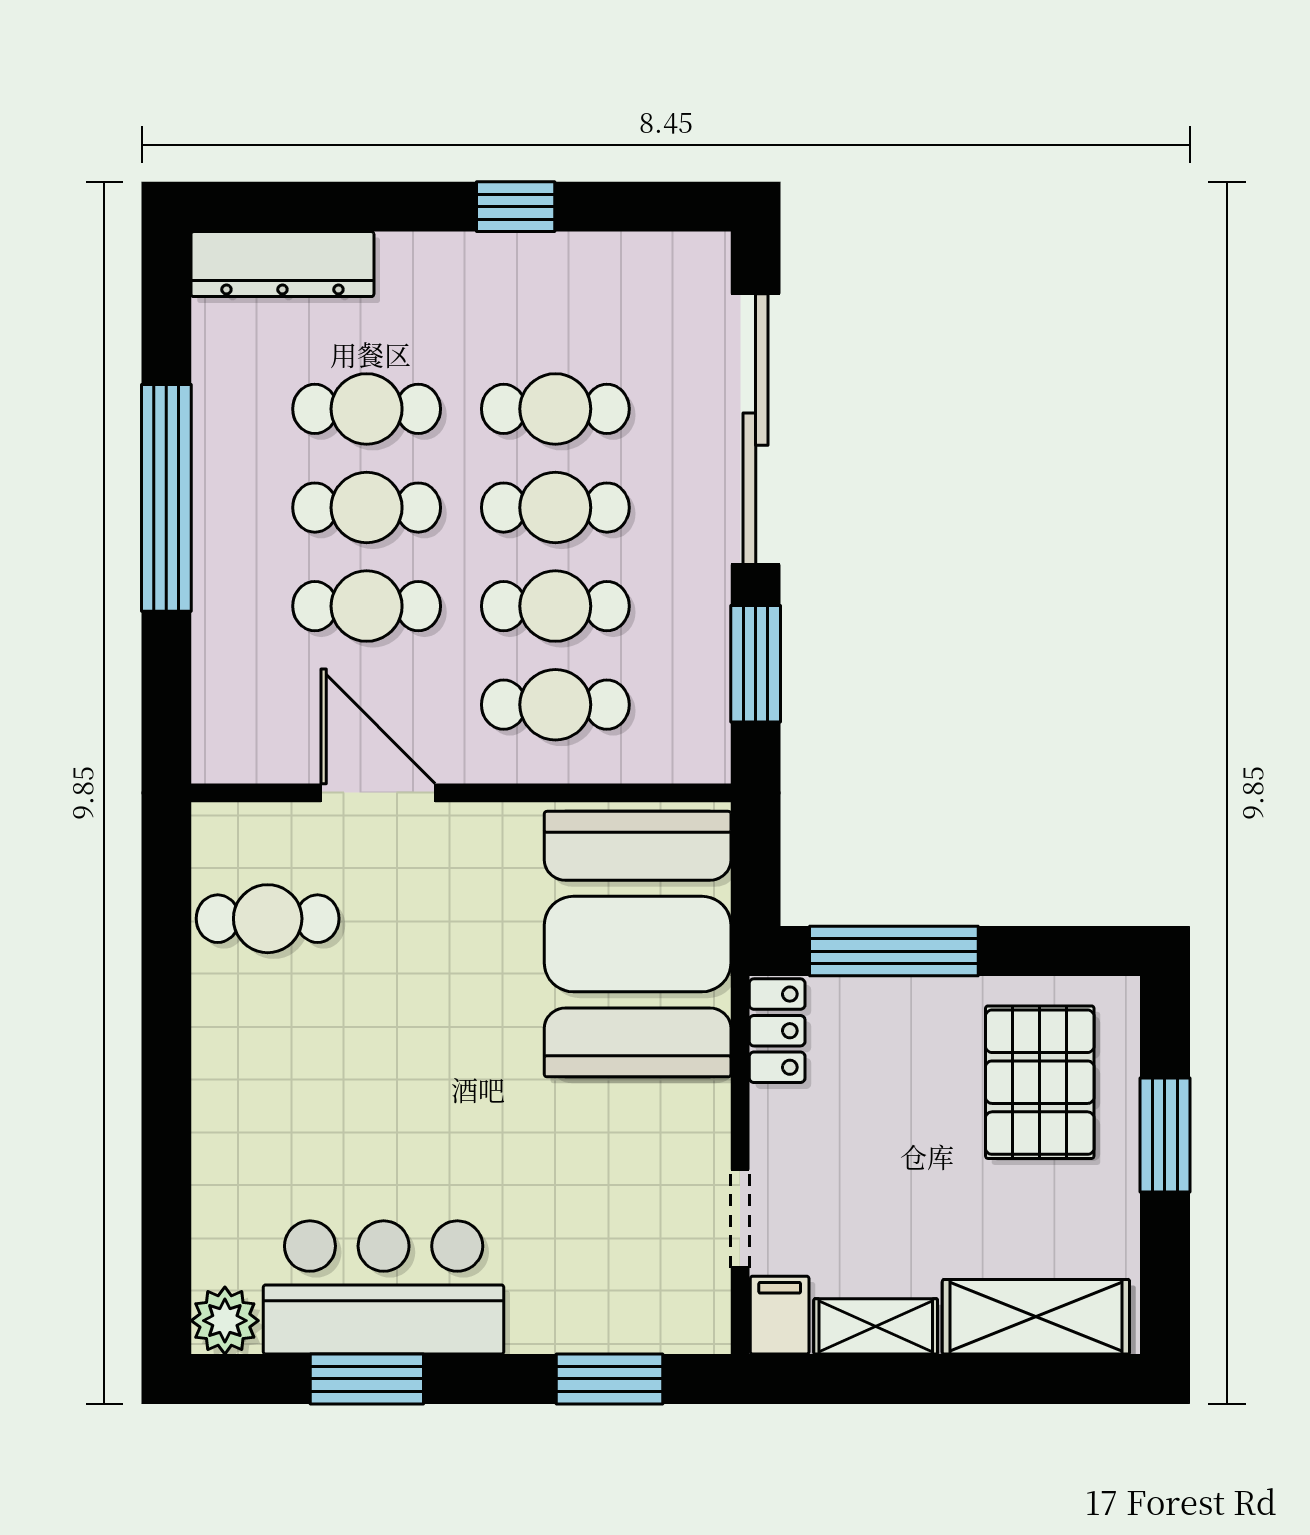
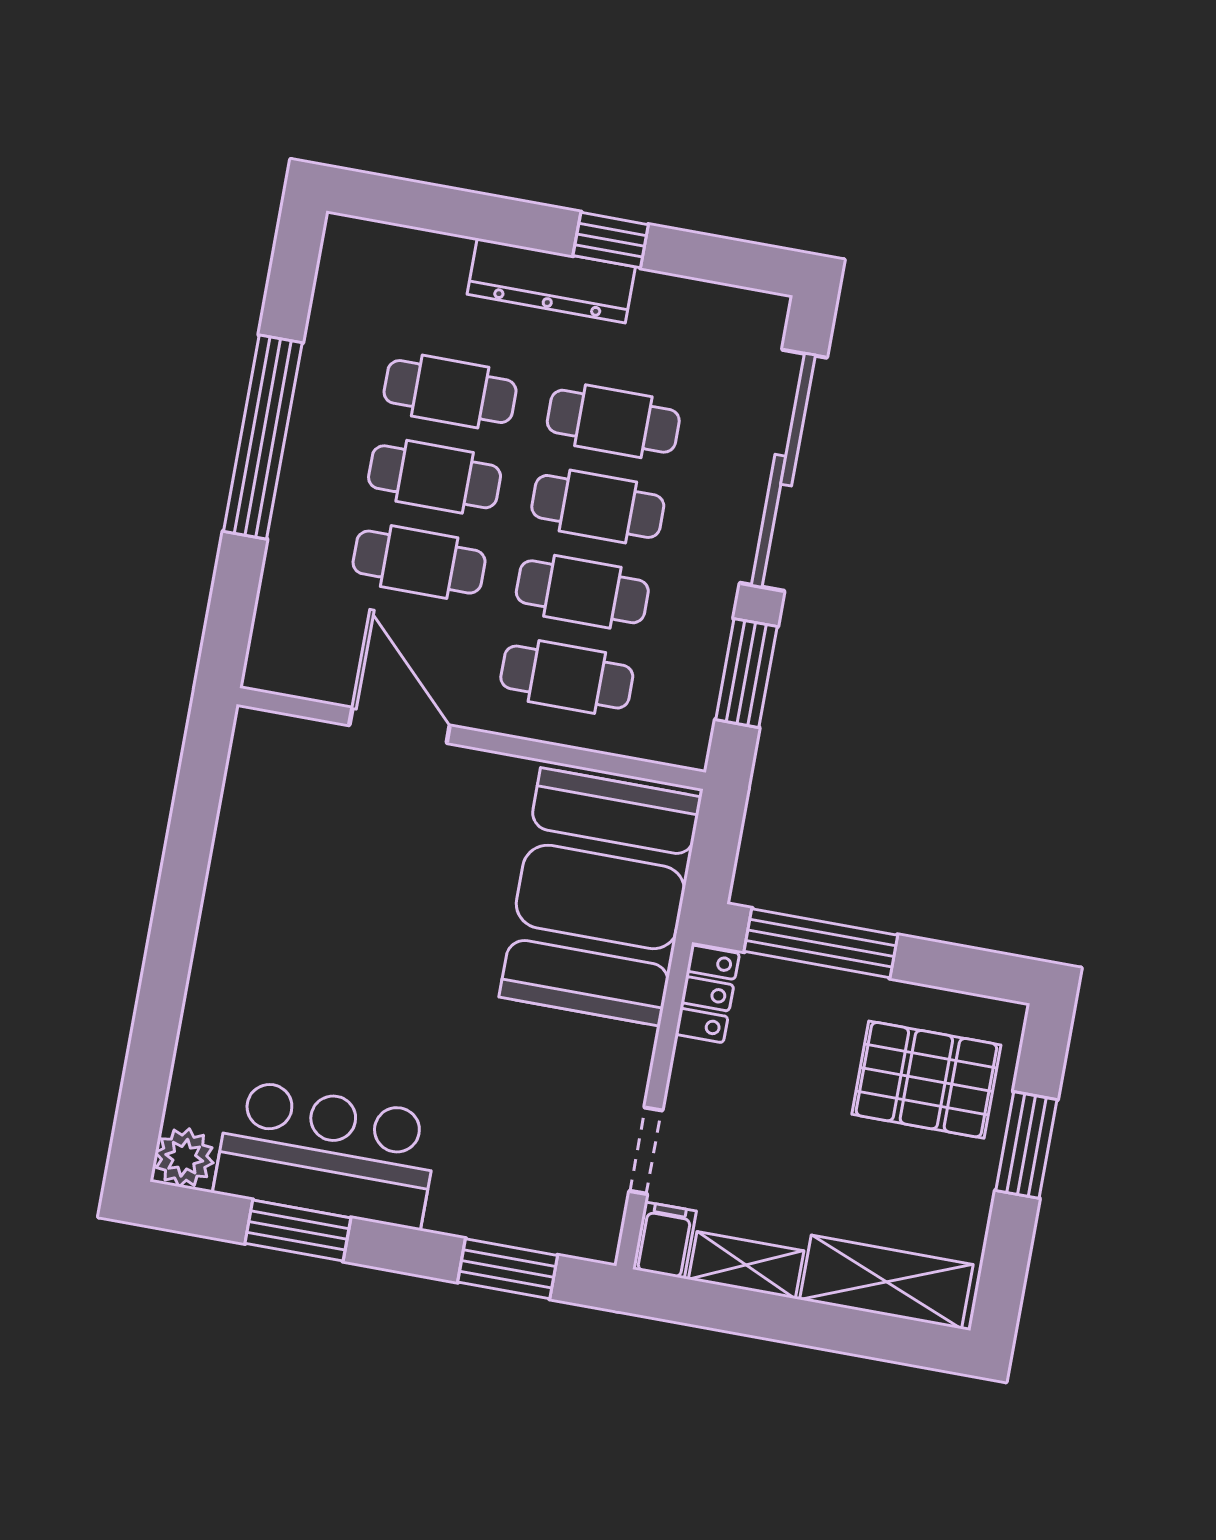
dresser: (282, 264) -> (551, 281), moved
cafe table: (268, 919) -> (284, 817), removed
pallet: (1040, 1082) -> (926, 1080), turned 90

